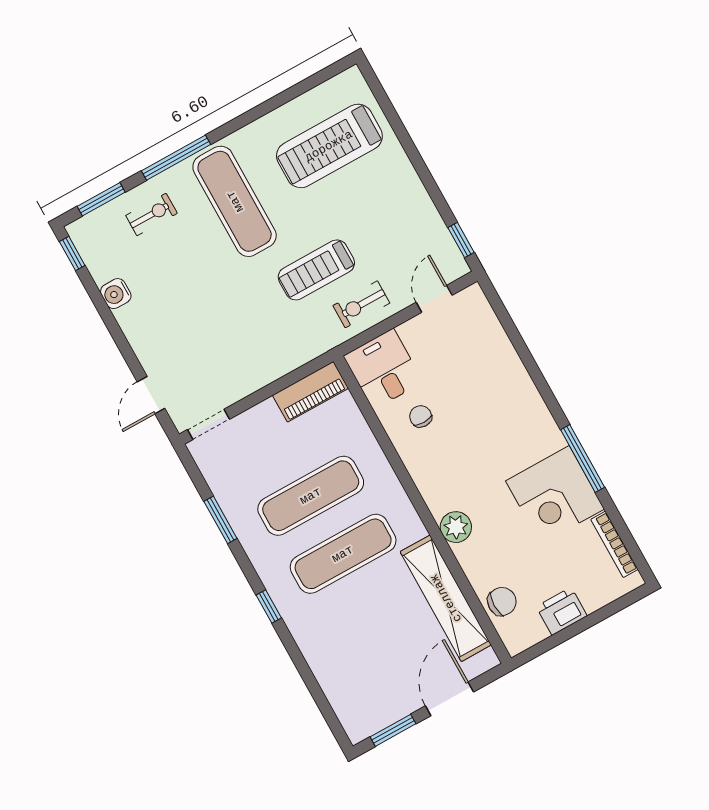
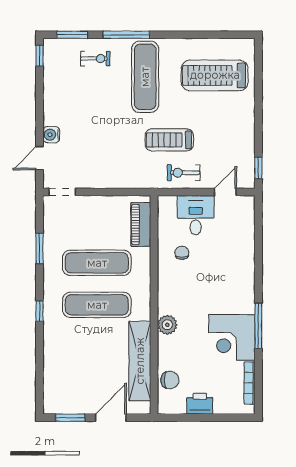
water cooler: (116, 294) -> (51, 135), moved
desk: (383, 369) -> (196, 215), moved
piano: (310, 392) -> (141, 224), moved, turned 90

